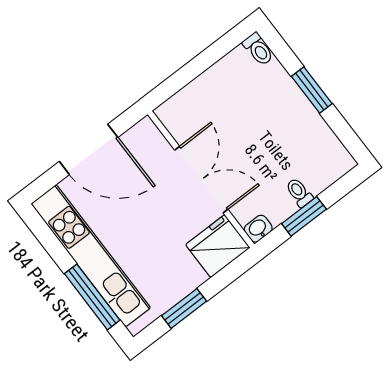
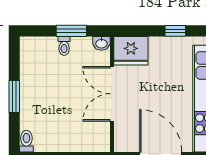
window: (184, 308) -> (175, 31), width x0.67

